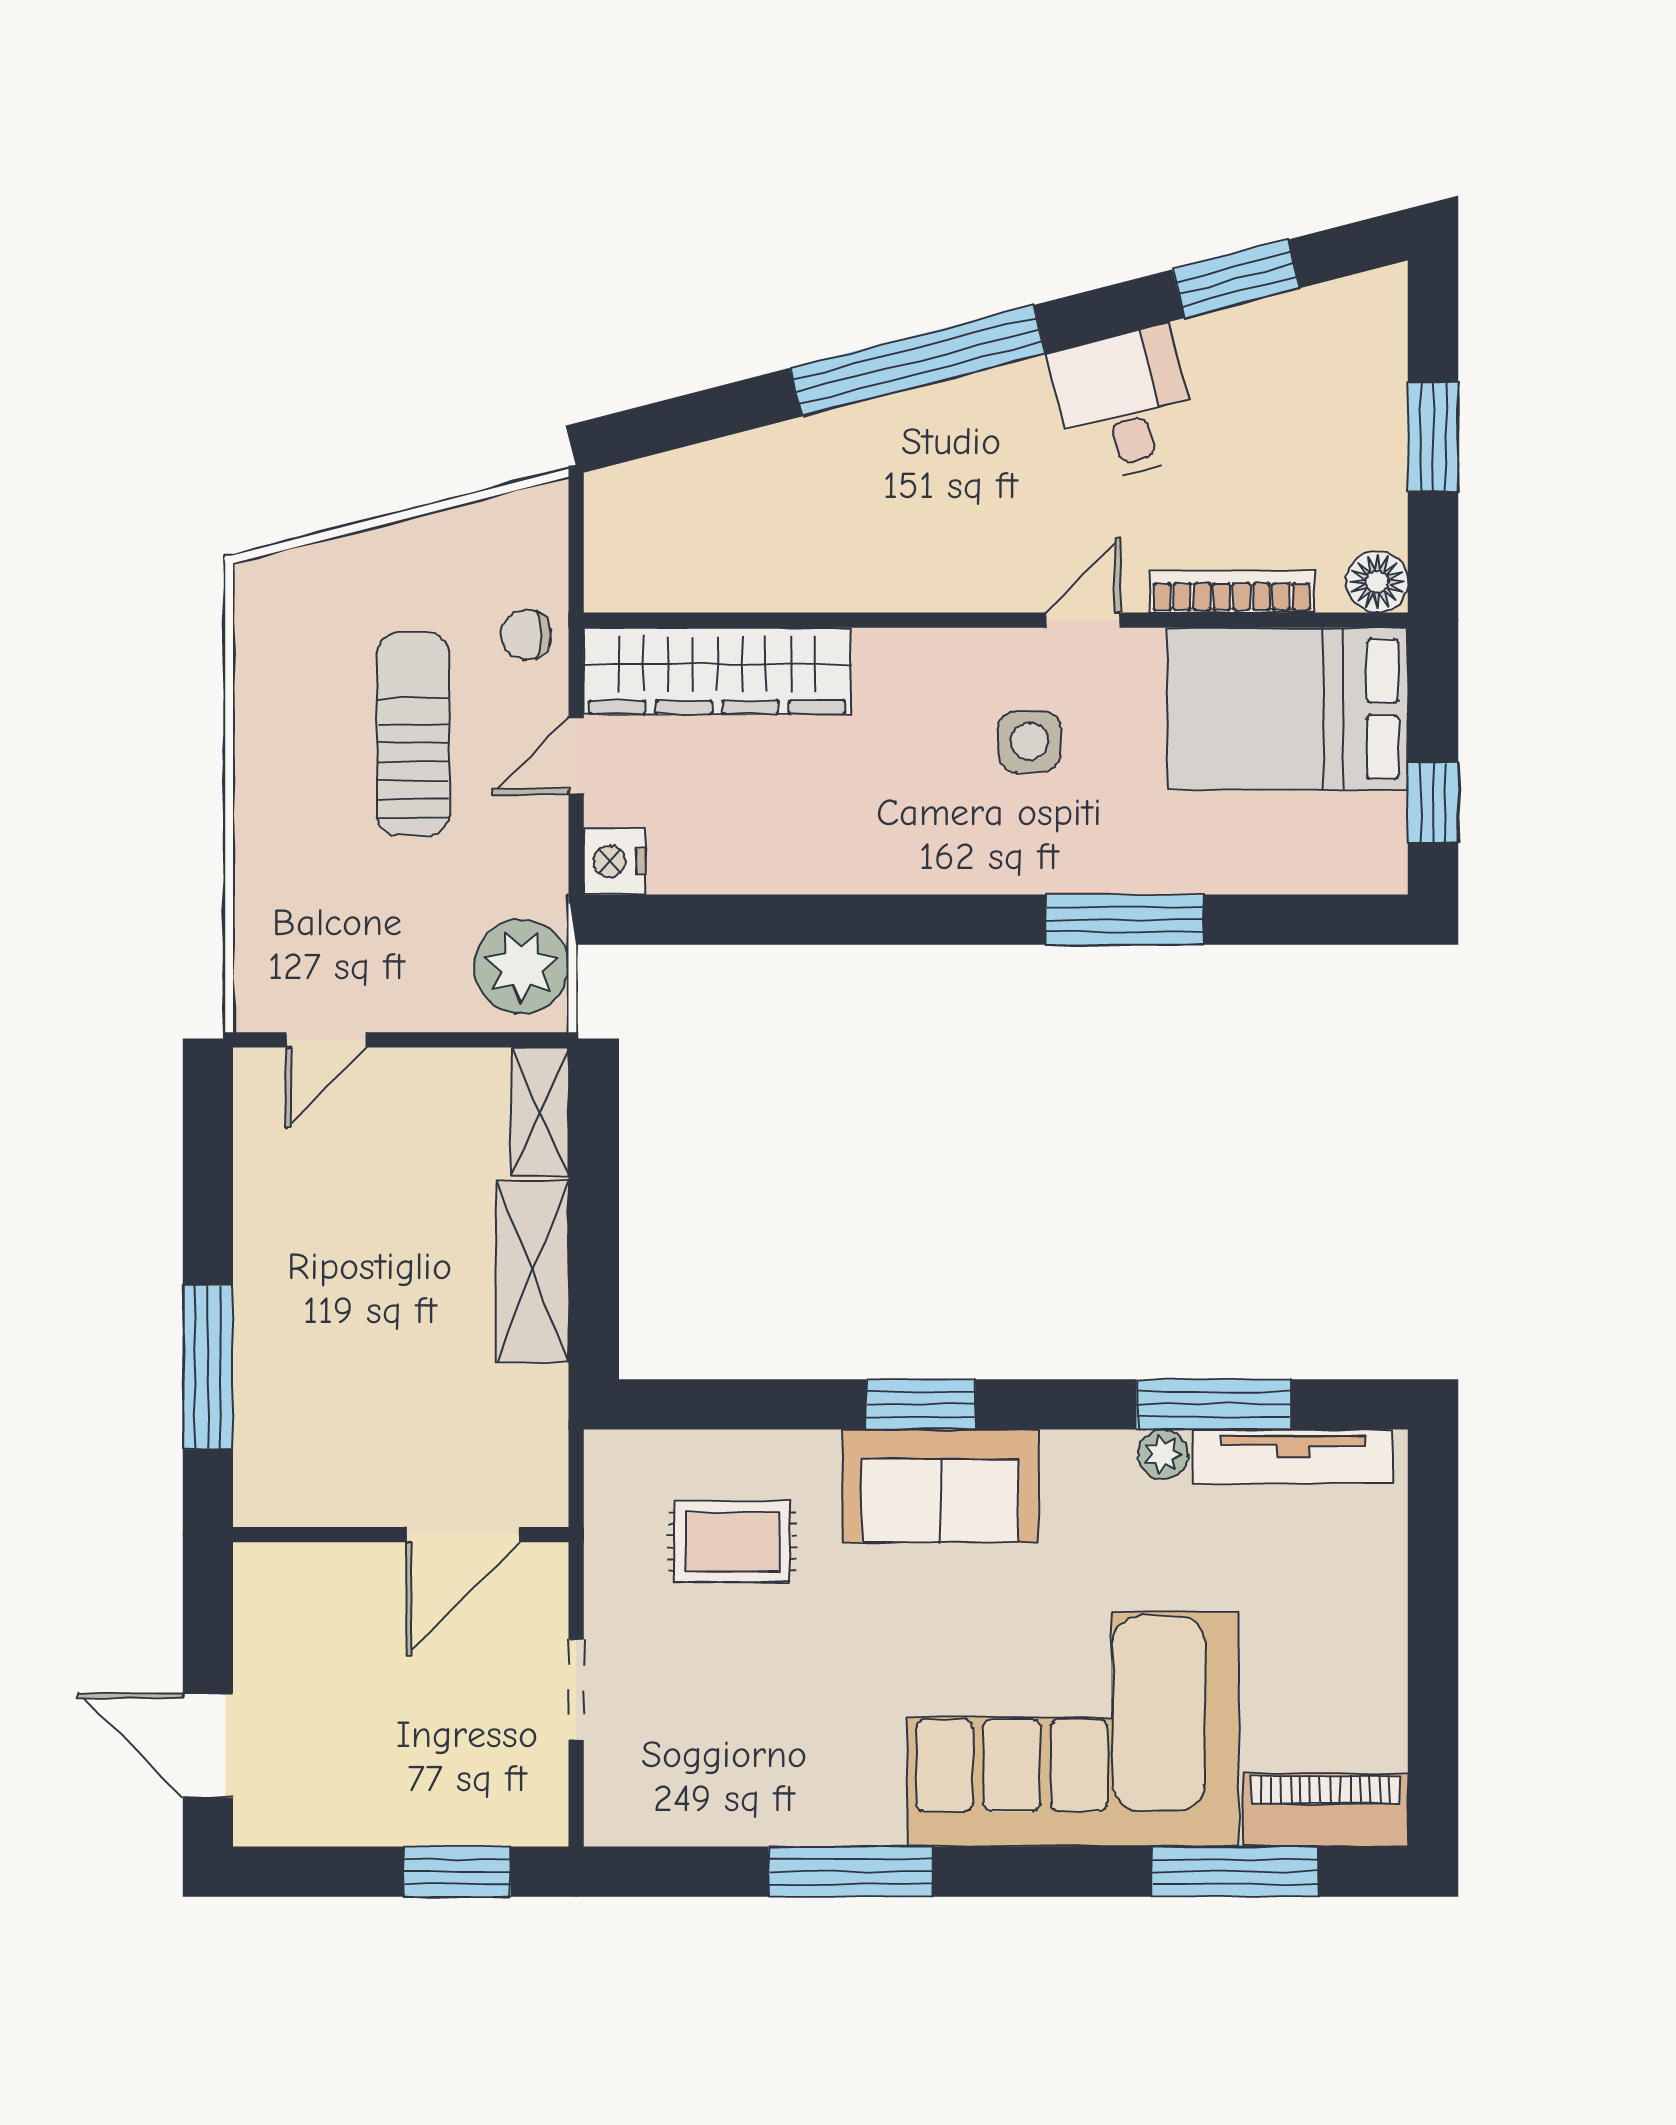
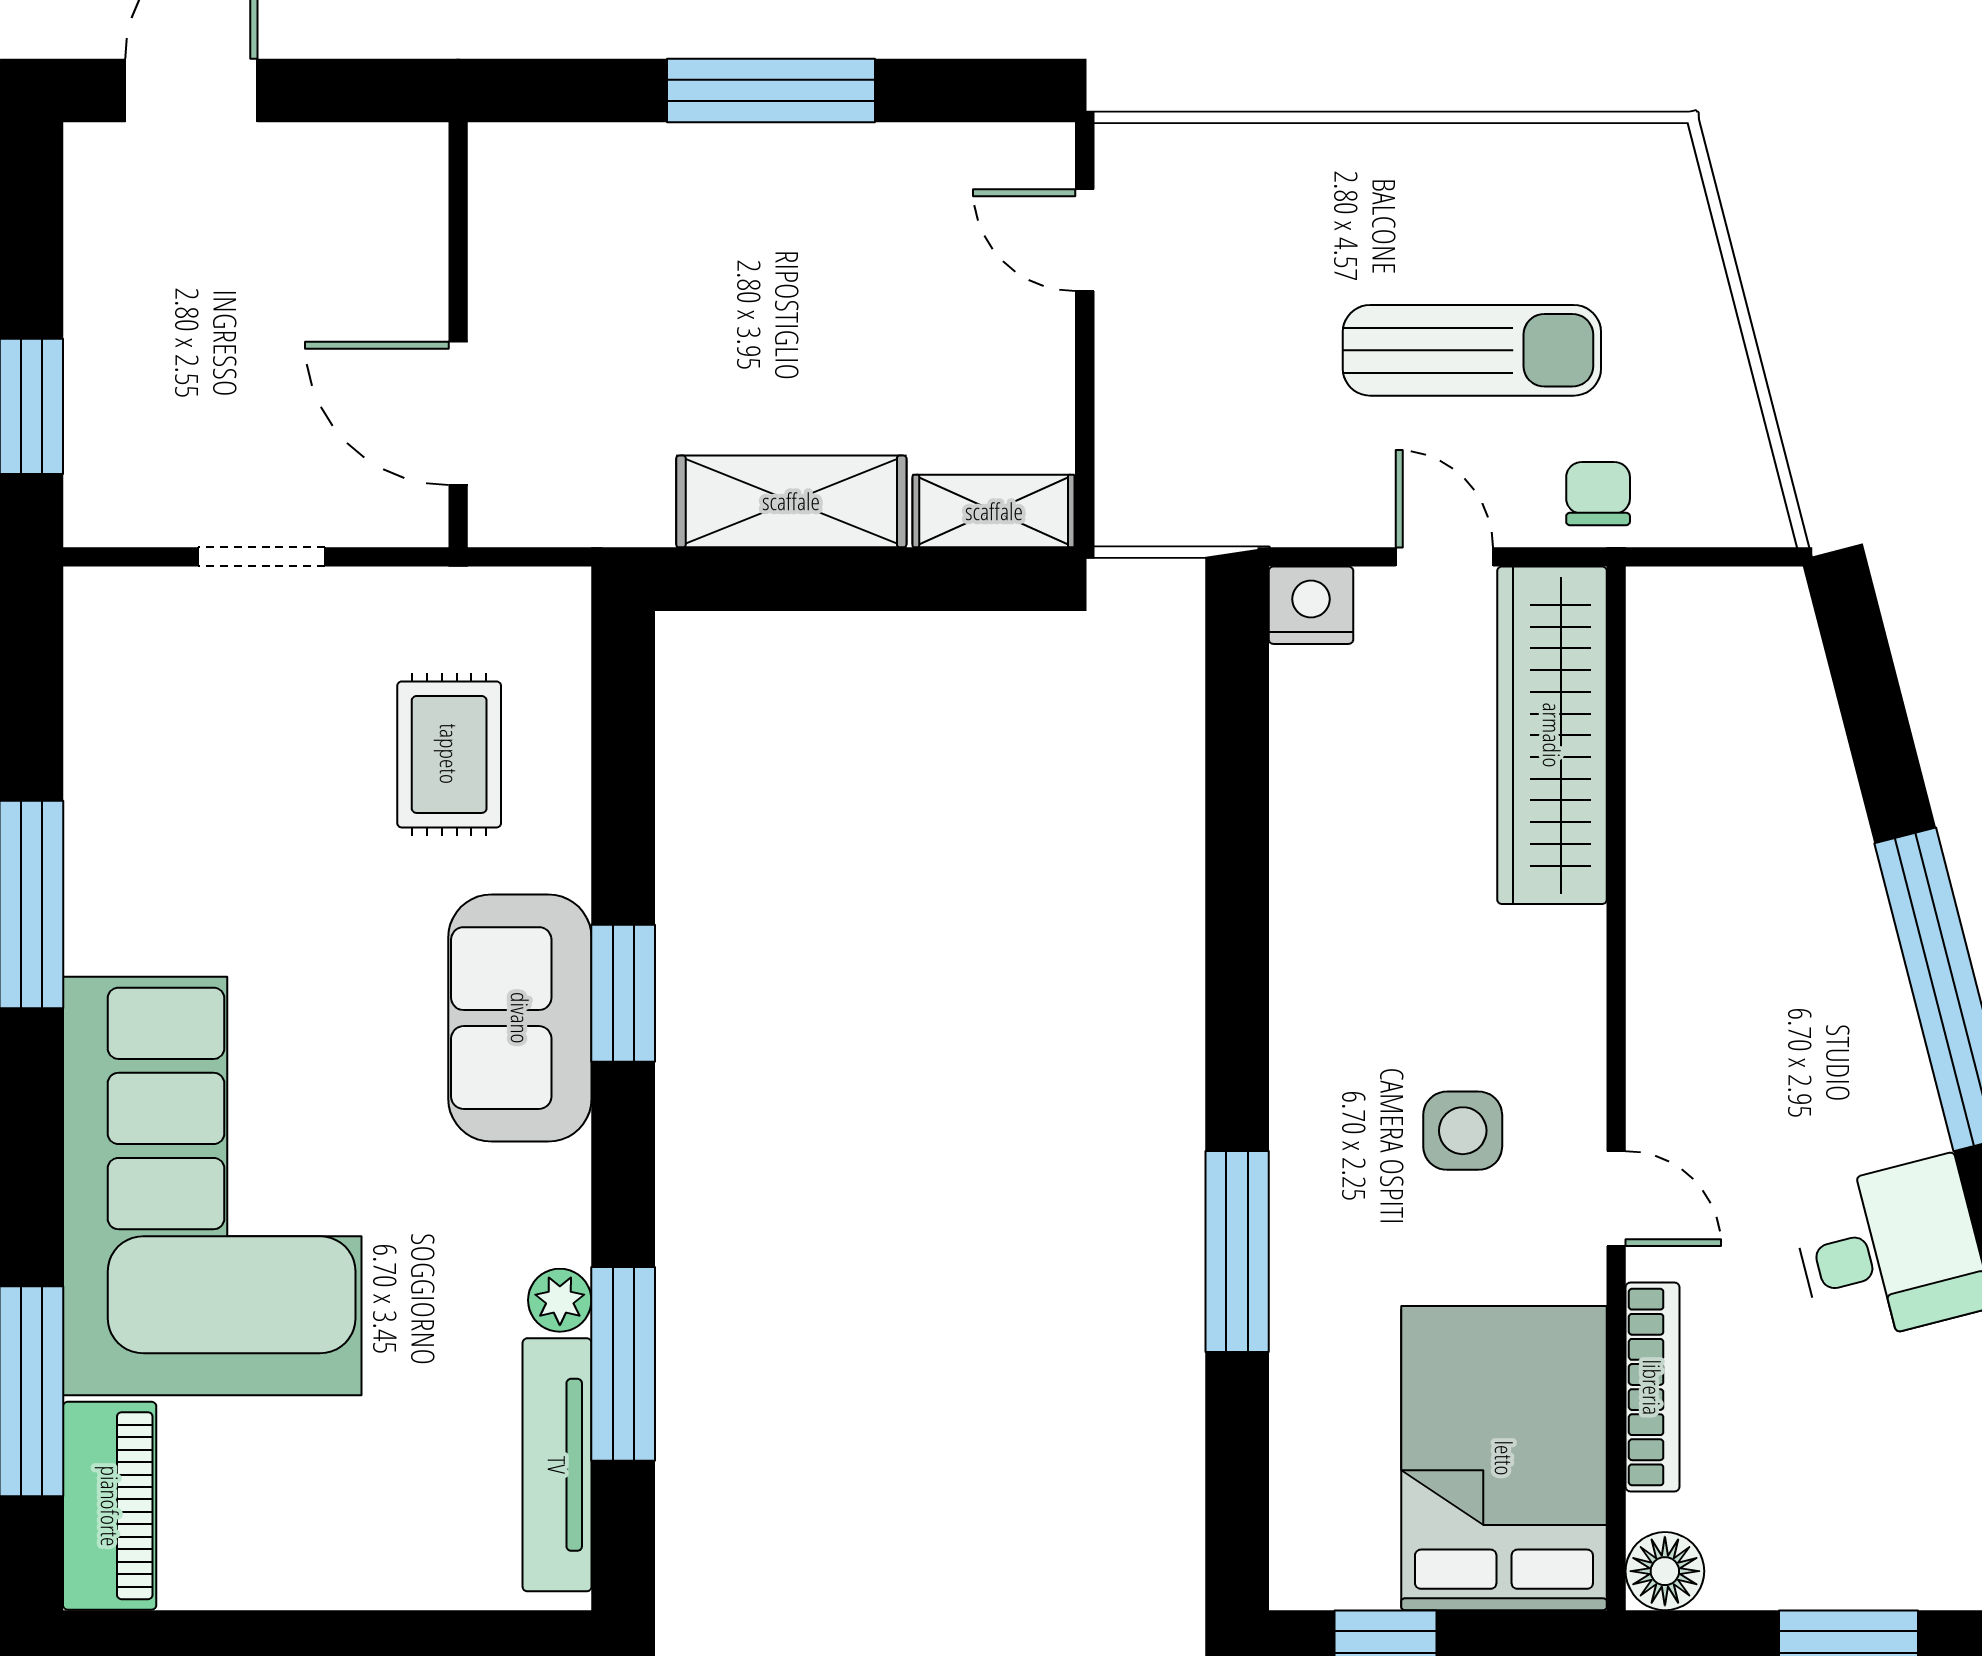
plant: (522, 967) -> (1178, 488), removed
window: (208, 1367) -> (771, 91), moved

